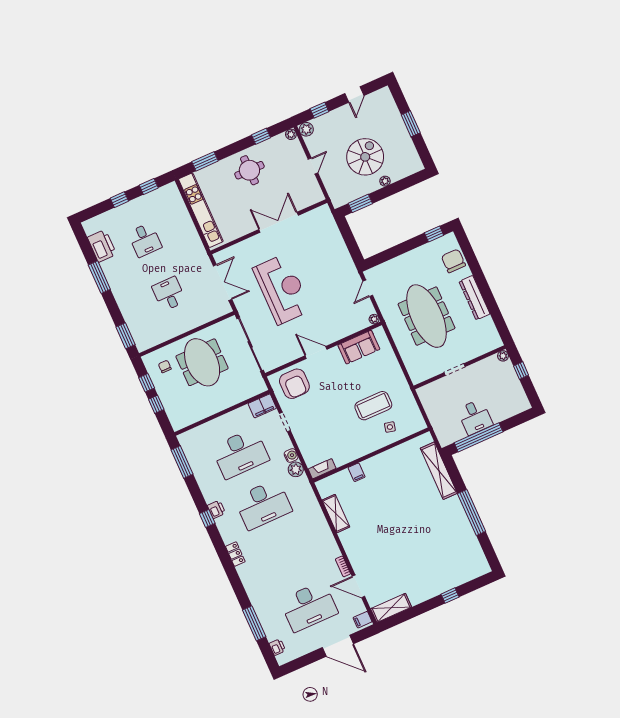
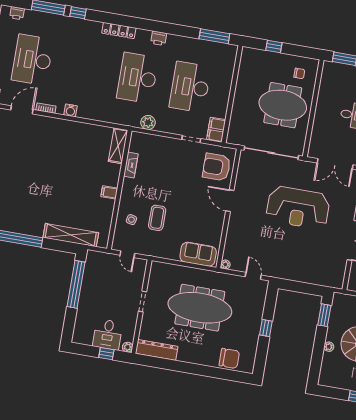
window: (434, 234) -> (266, 328), moved
dresser: (474, 298) -> (157, 350), moved
sofa: (359, 347) -> (198, 254), moved, turned 90
door: (316, 352) -> (230, 201), swing flipped
window: (147, 383) -> (296, 50), removed
coffee table: (373, 406) -> (157, 218), width x0.73, depth x0.76
door: (422, 410) -> (127, 254), added
desk: (475, 417) -> (108, 334), moved, turned -90
water cooler: (291, 455) -> (71, 110), moved
fireplace: (322, 469) -> (131, 165), moved
filing cabinet: (357, 472) -> (109, 192), moved
shelving: (336, 514) -> (118, 146), moved, turned 90
window: (207, 518) -> (78, 13), moved
locker: (235, 554) -> (119, 30), width x1.53

